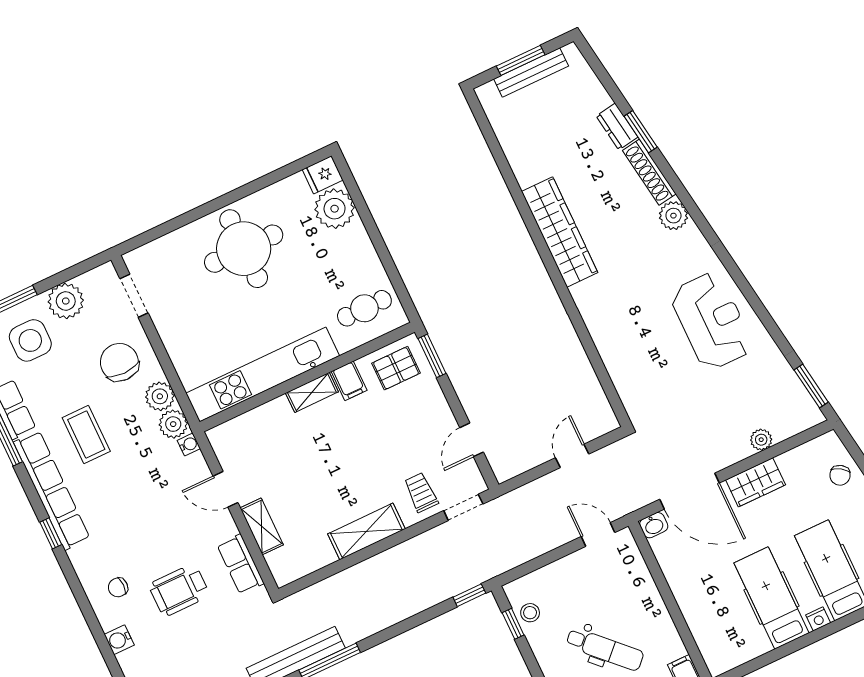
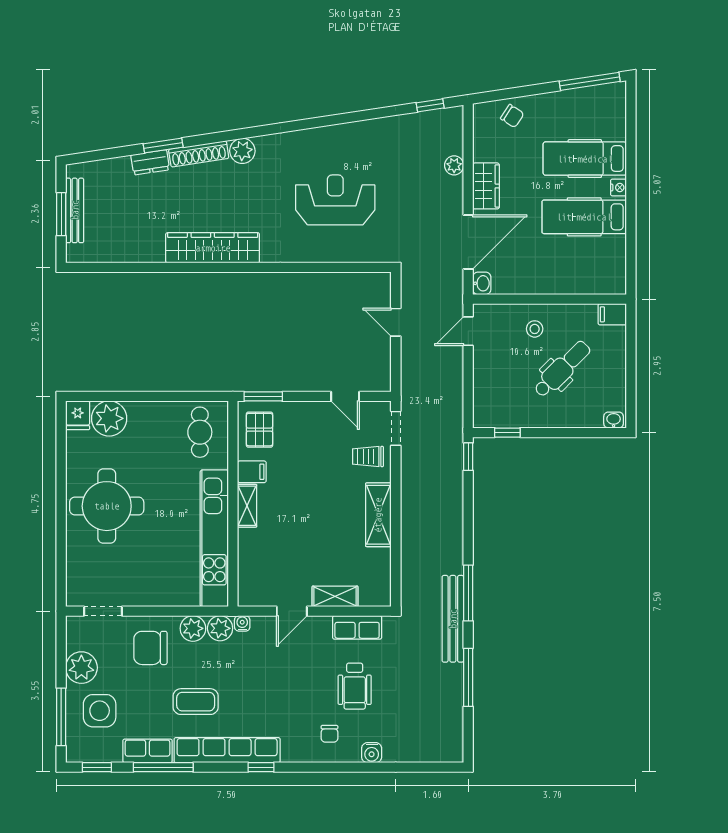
reception desk: (712, 321) -> (335, 200), moved
window: (811, 386) -> (430, 105), width x0.67
stool: (530, 613) -> (535, 329), moved

